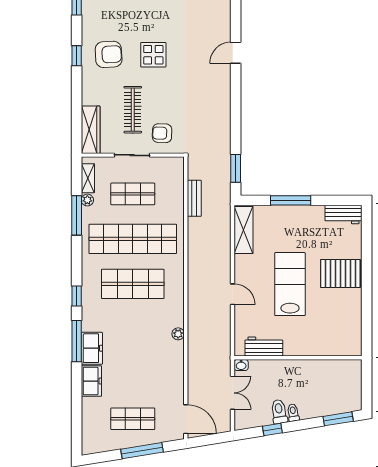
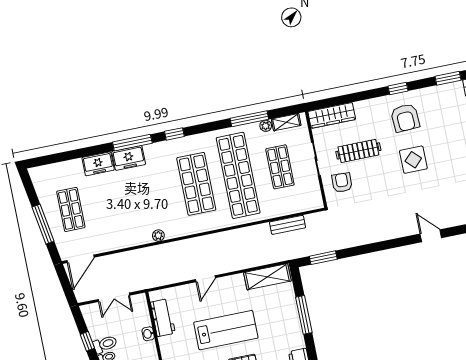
washbasin: (241, 365) -> (148, 334), moved

